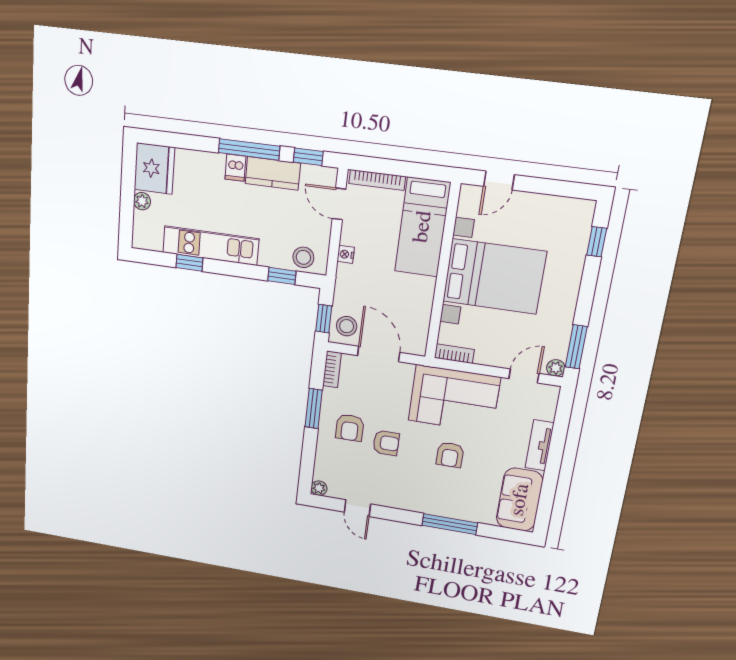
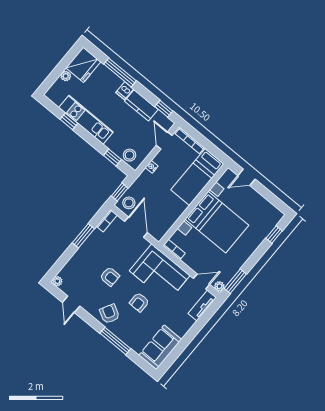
window: (249, 149) -> (120, 72), moved
armchair: (350, 428) -> (109, 314), moved, turned 119
tv unit: (540, 445) -> (202, 306), moved

